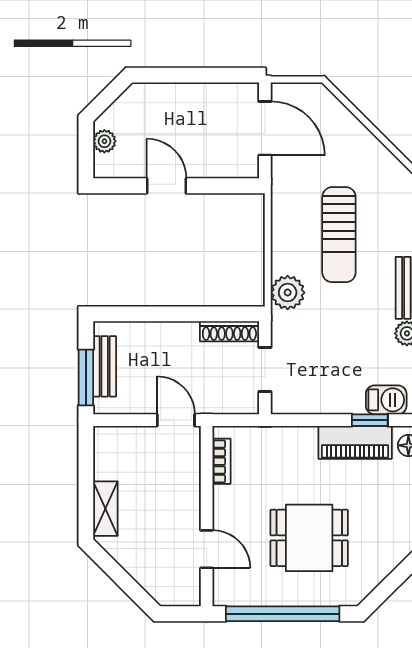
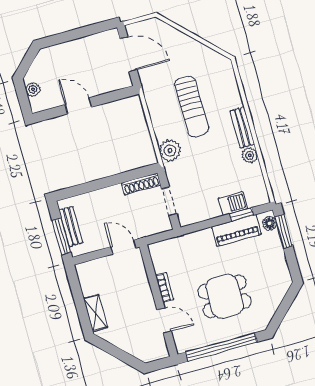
barbecue: (386, 400) -> (233, 204), moved
bookcase: (221, 461) -> (165, 288), moved

